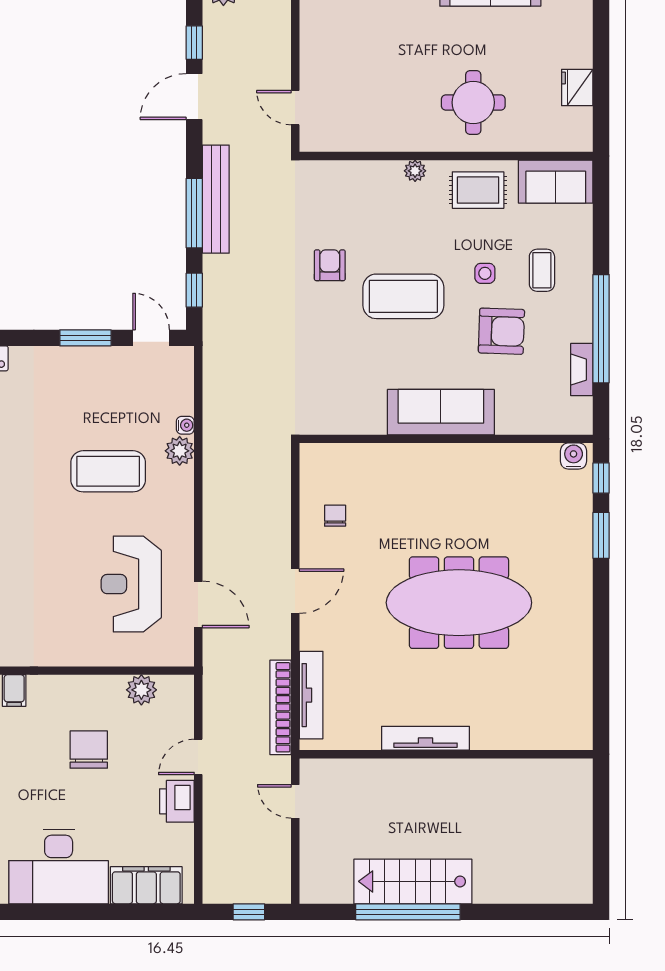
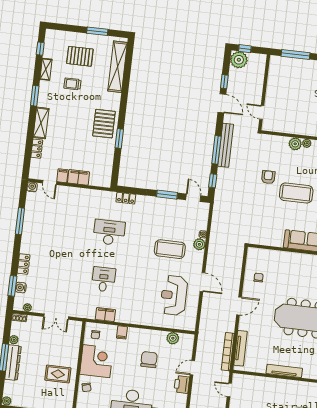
door: (194, 97) -> (222, 103), swing flipped
plant: (387, 176) -> (295, 144), added
door: (198, 604) -> (202, 282), moved

